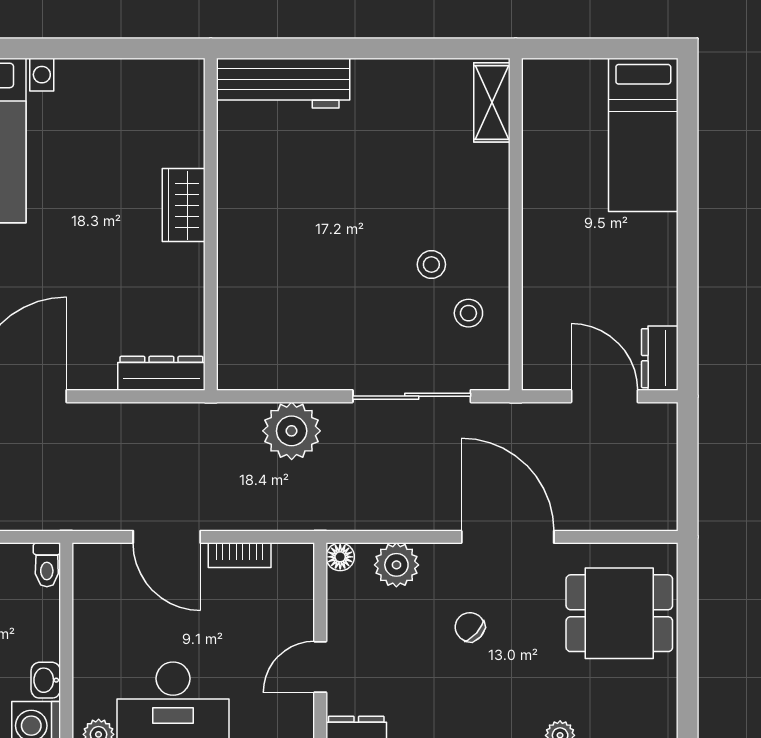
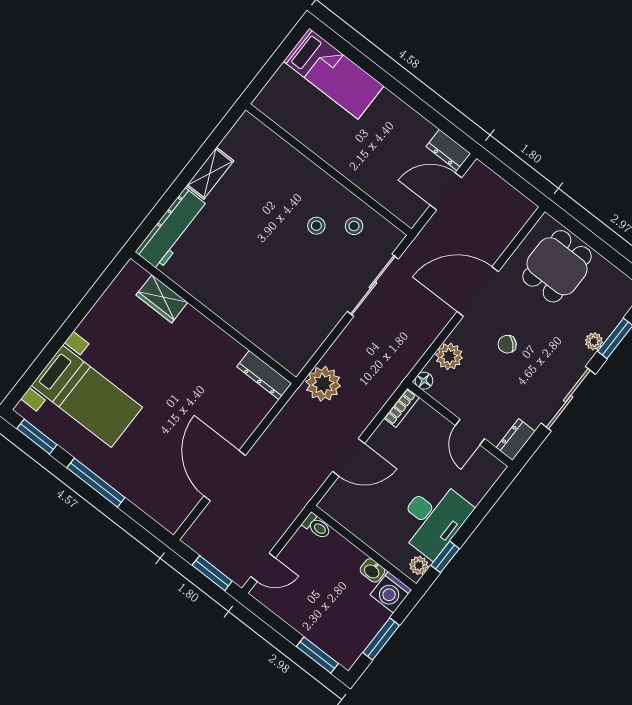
shelving: (492, 102) -> (210, 173), moved, turned 90
wardrobe: (184, 205) -> (162, 299), moved
dresser: (161, 373) -> (264, 375), moved, turned -90
plant: (292, 431) -> (323, 384), moved
bookcase: (240, 555) -> (402, 408), moved

